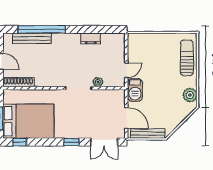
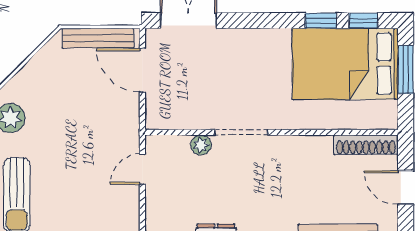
barbecue: (135, 90) -> (124, 129), removed
window: (71, 142) -> (321, 21), moved

